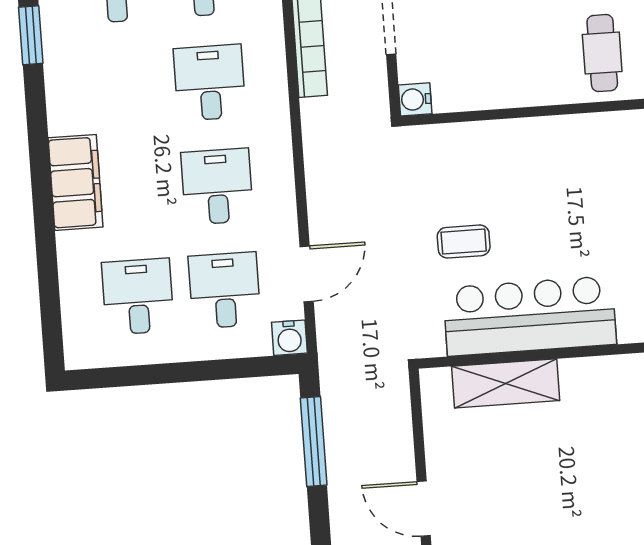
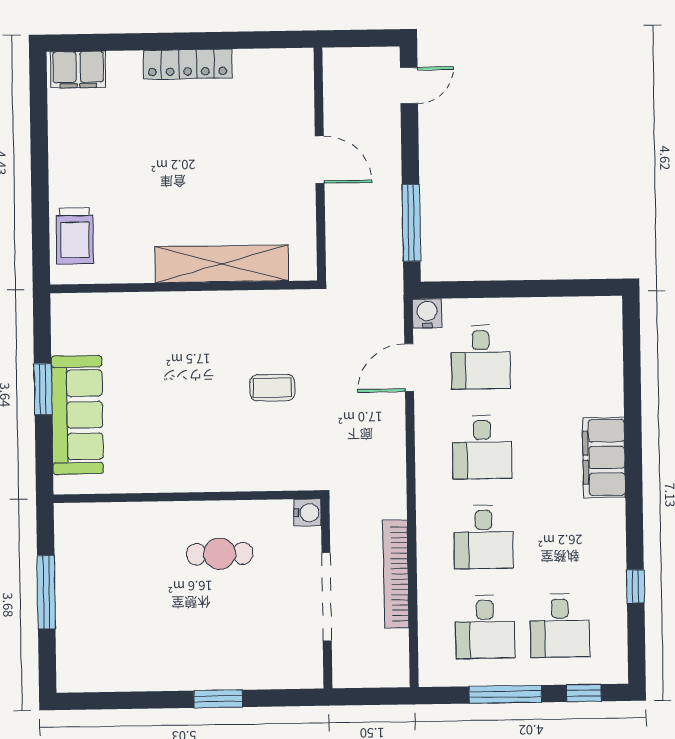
window: (31, 35) -> (635, 586), width x0.67
cafe table: (602, 53) -> (220, 554), moved, turned 90
desk: (138, 297) -> (556, 356), removed
bar counter: (530, 316) -> (219, 320), removed
shelving: (506, 383) -> (222, 264), width x1.47

